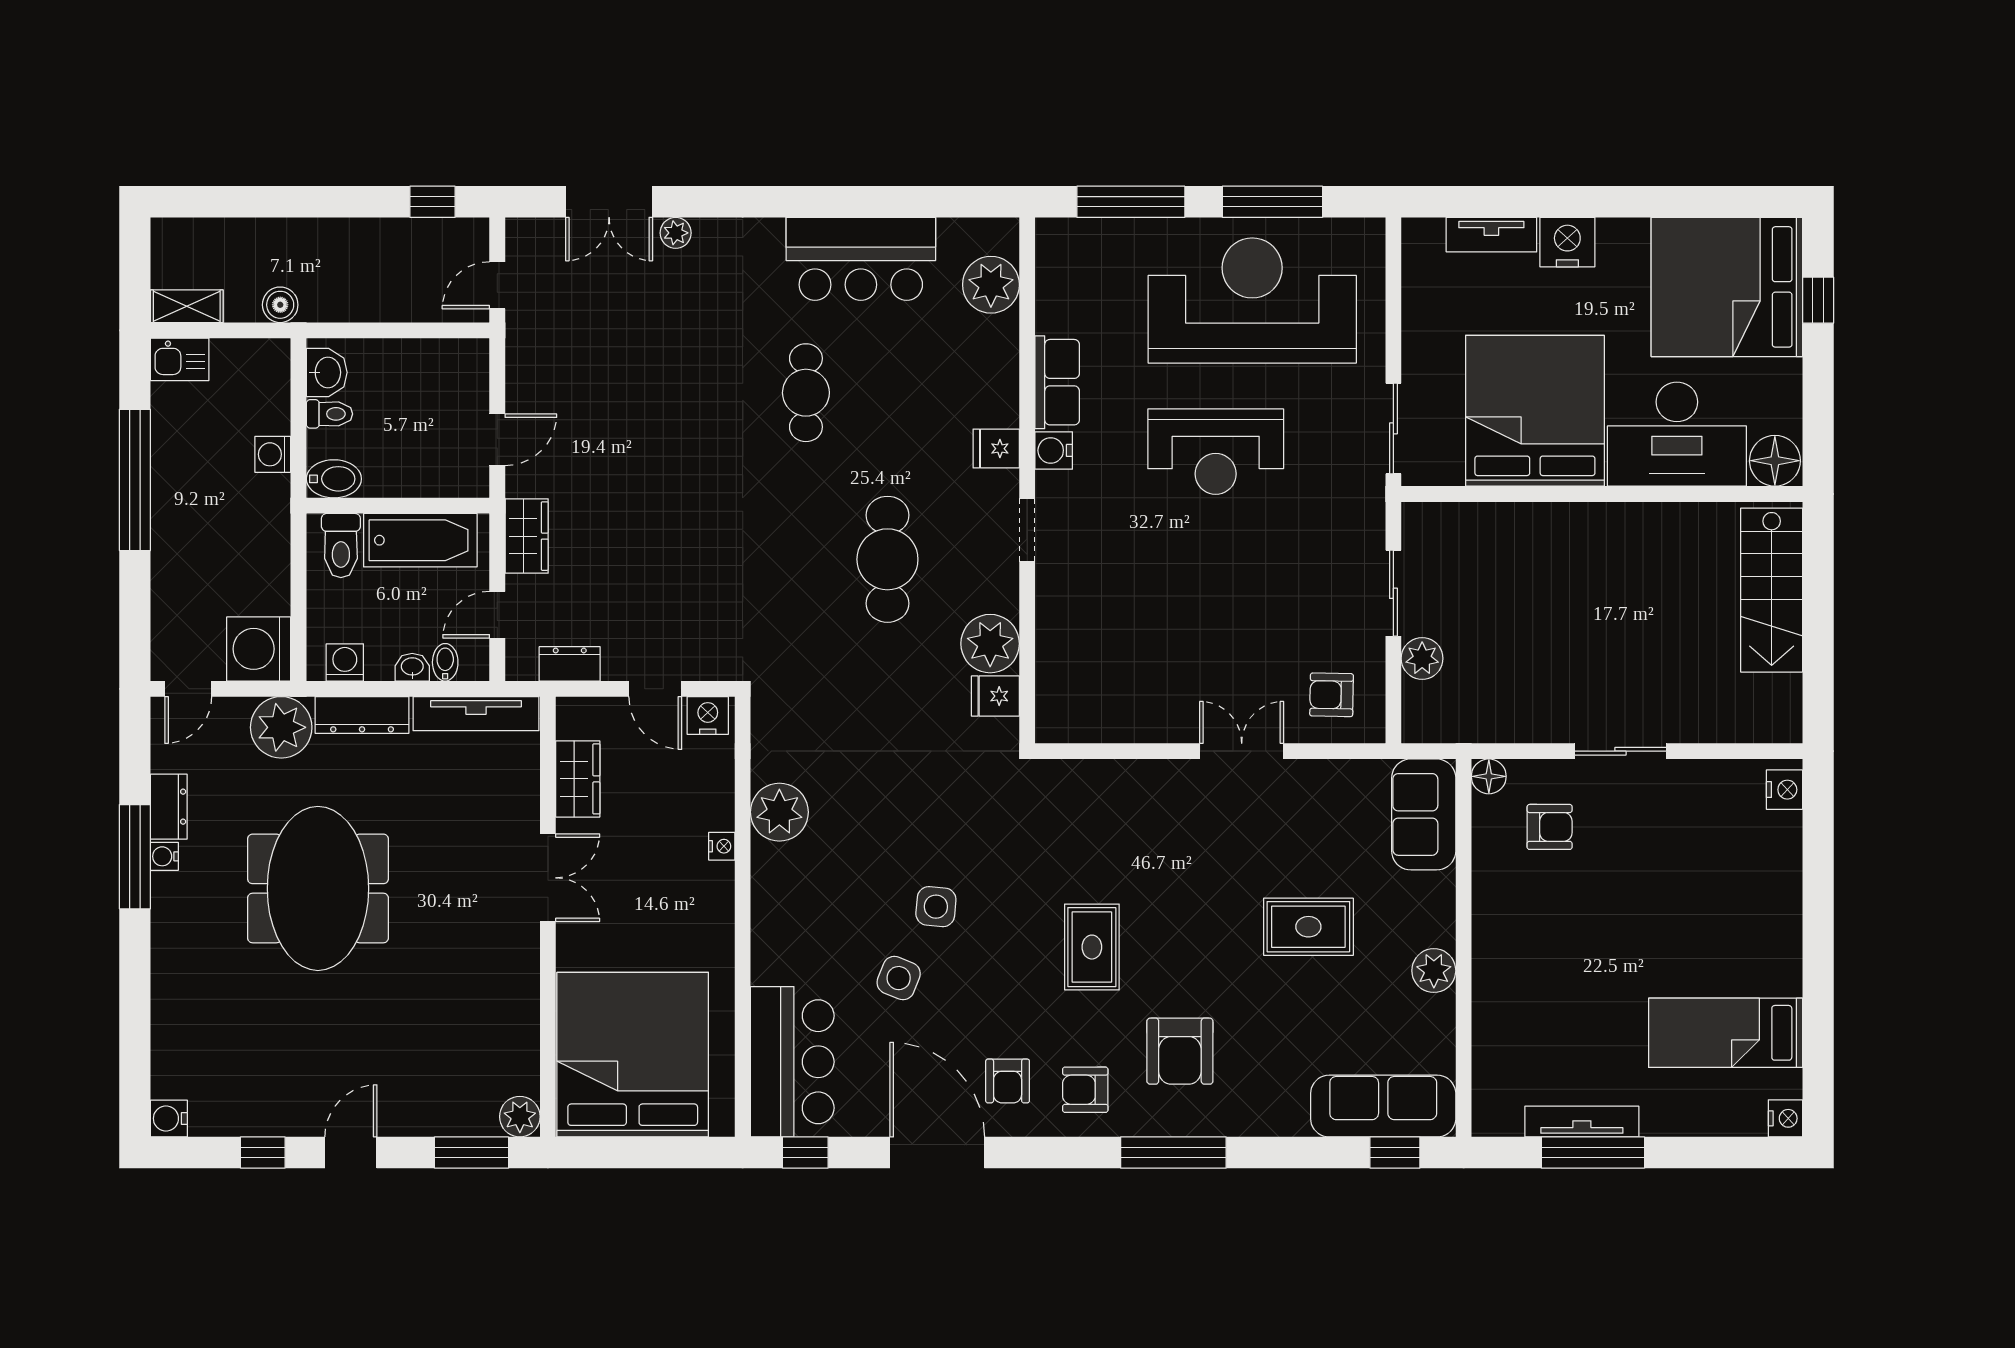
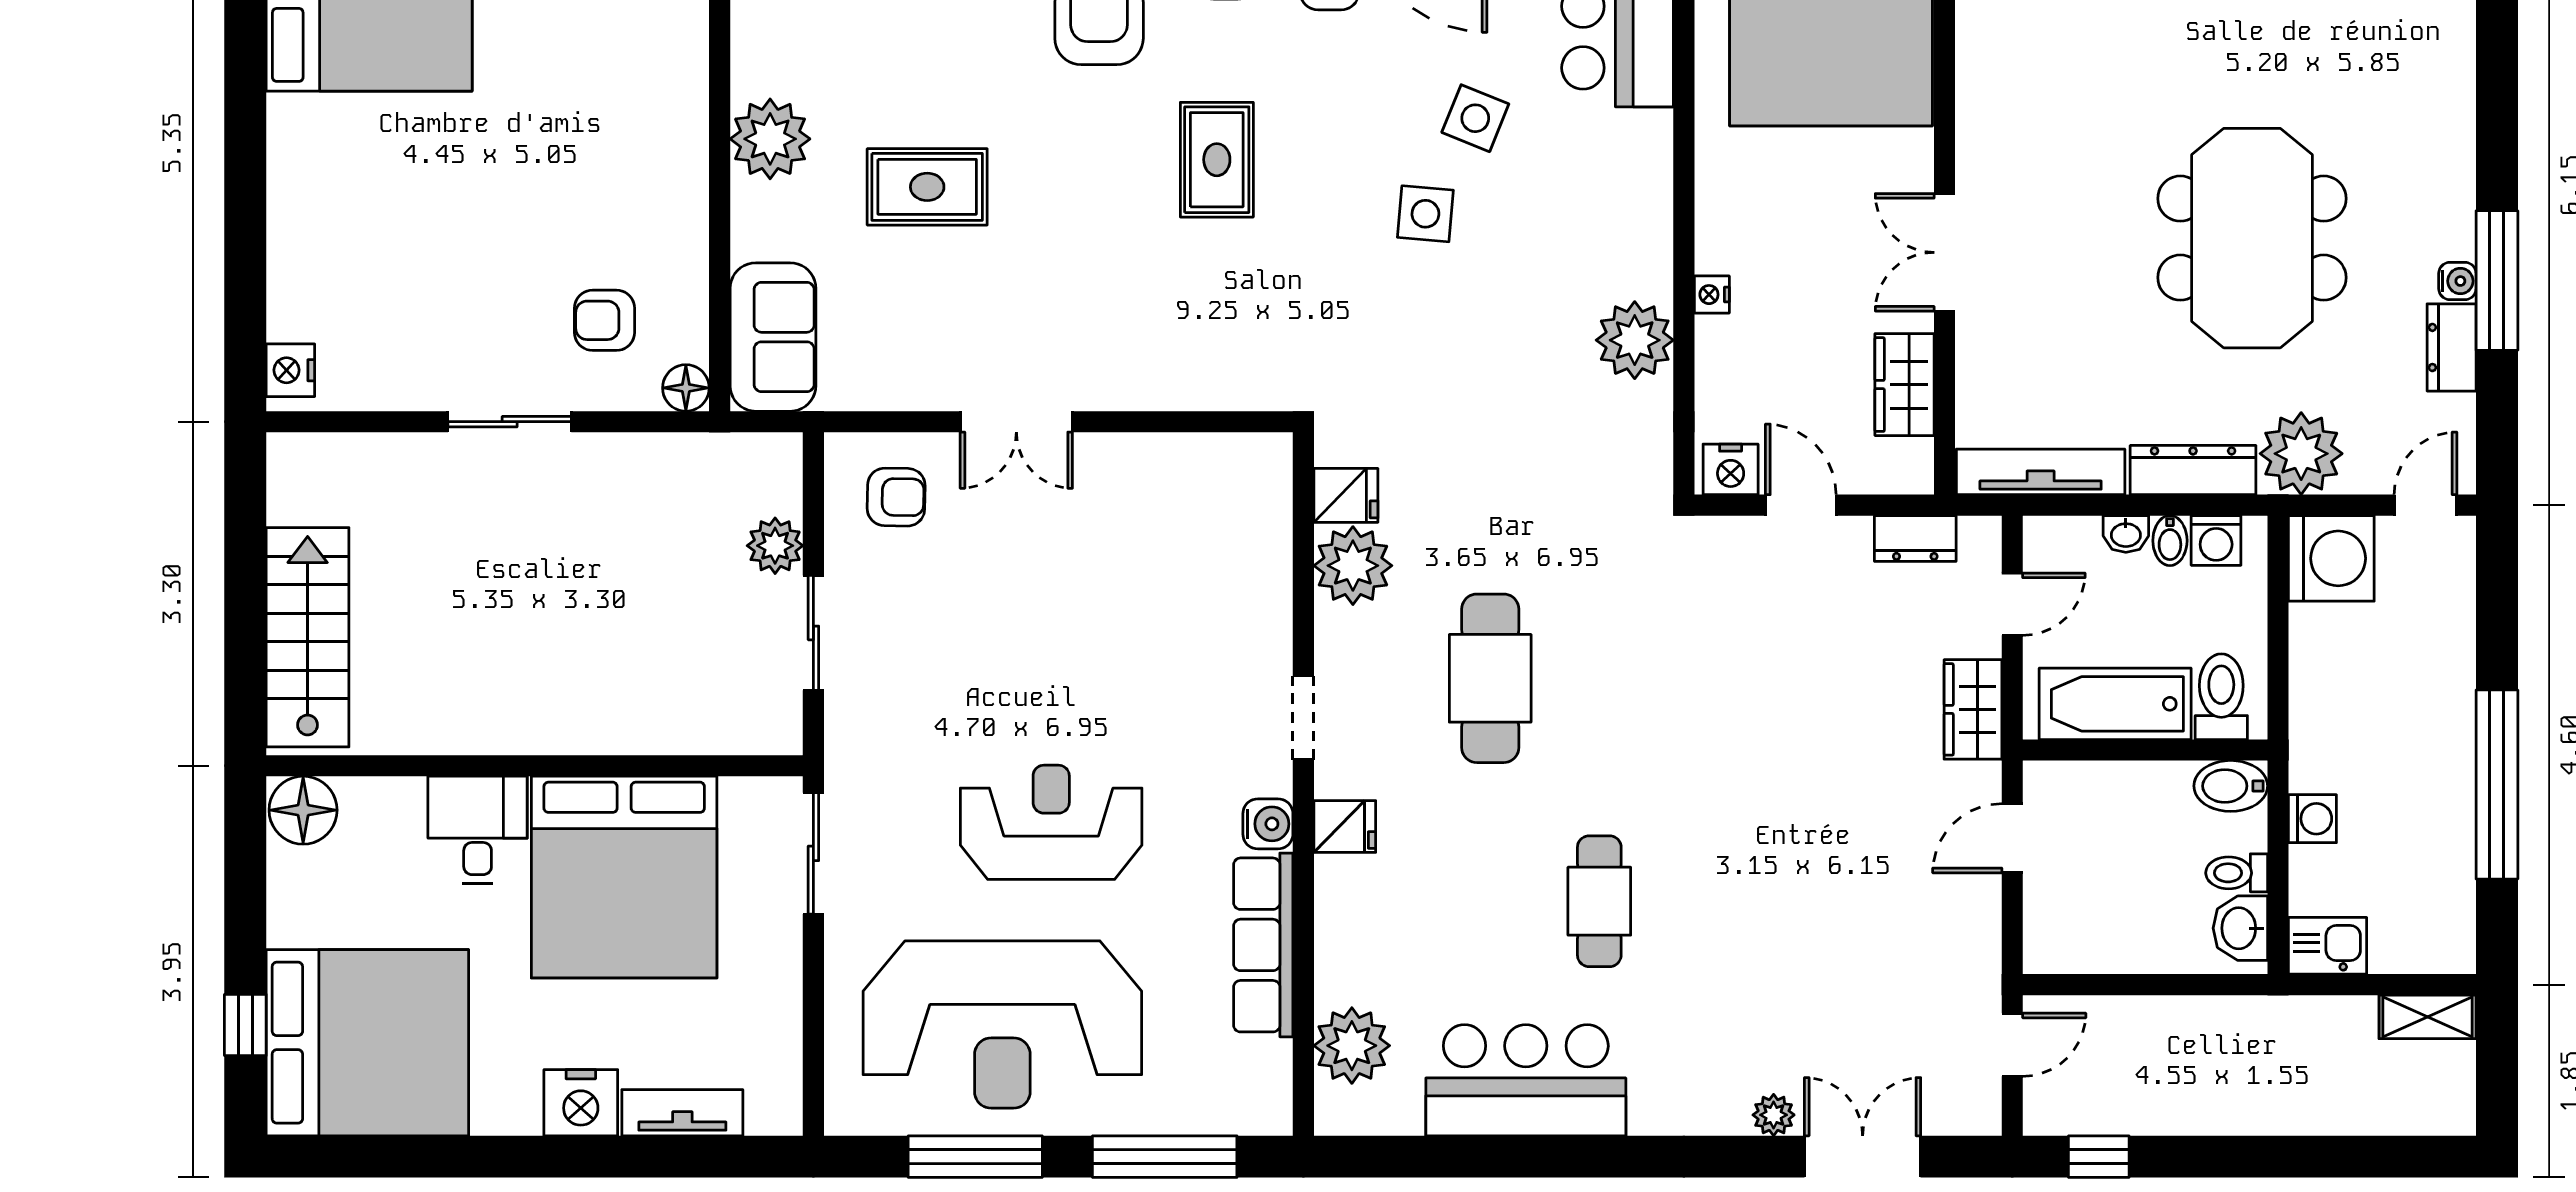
boiler: (280, 305) -> (2303, 1019), removed
kitchen sink: (180, 359) -> (2328, 946), moved
row of seats: (1057, 382) -> (1263, 945), width x1.48
desk: (1677, 434) -> (478, 830), width x0.53, depth x0.77
bidet: (445, 662) -> (2170, 541), moved
plant: (1434, 971) -> (770, 139), width x1.36, depth x1.36

